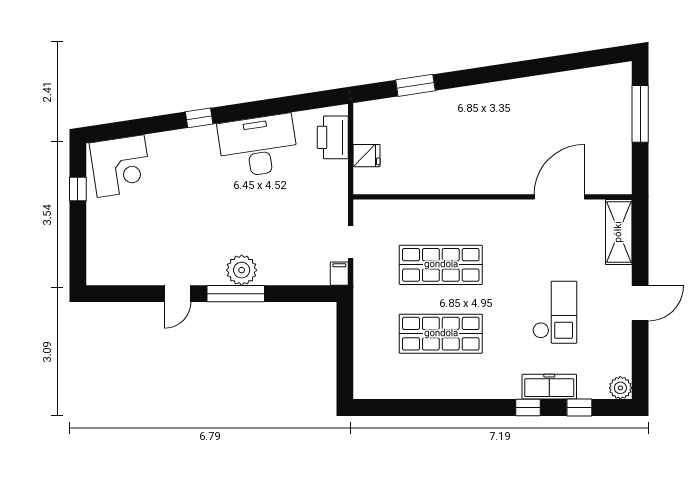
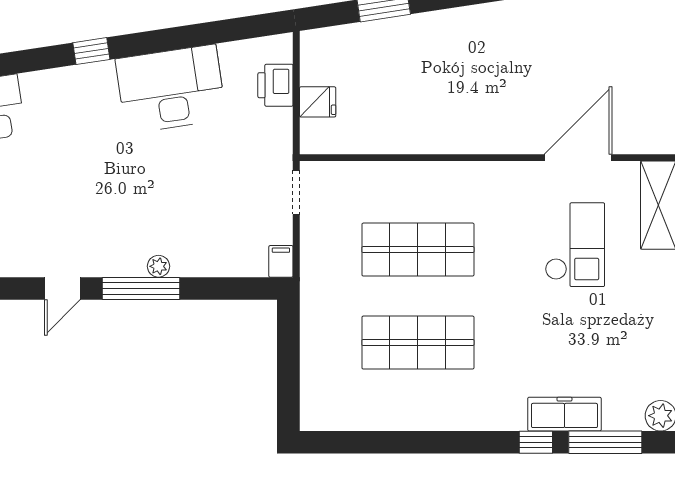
printer: (333, 137) -> (275, 85), width x0.73, depth x0.84
doorway: (351, 242) -> (296, 192), moved
plant: (242, 270) -> (158, 266), width x0.53, depth x0.53
checkout: (555, 312) -> (575, 245), moved
window: (579, 408) -> (605, 442), width x2.17

